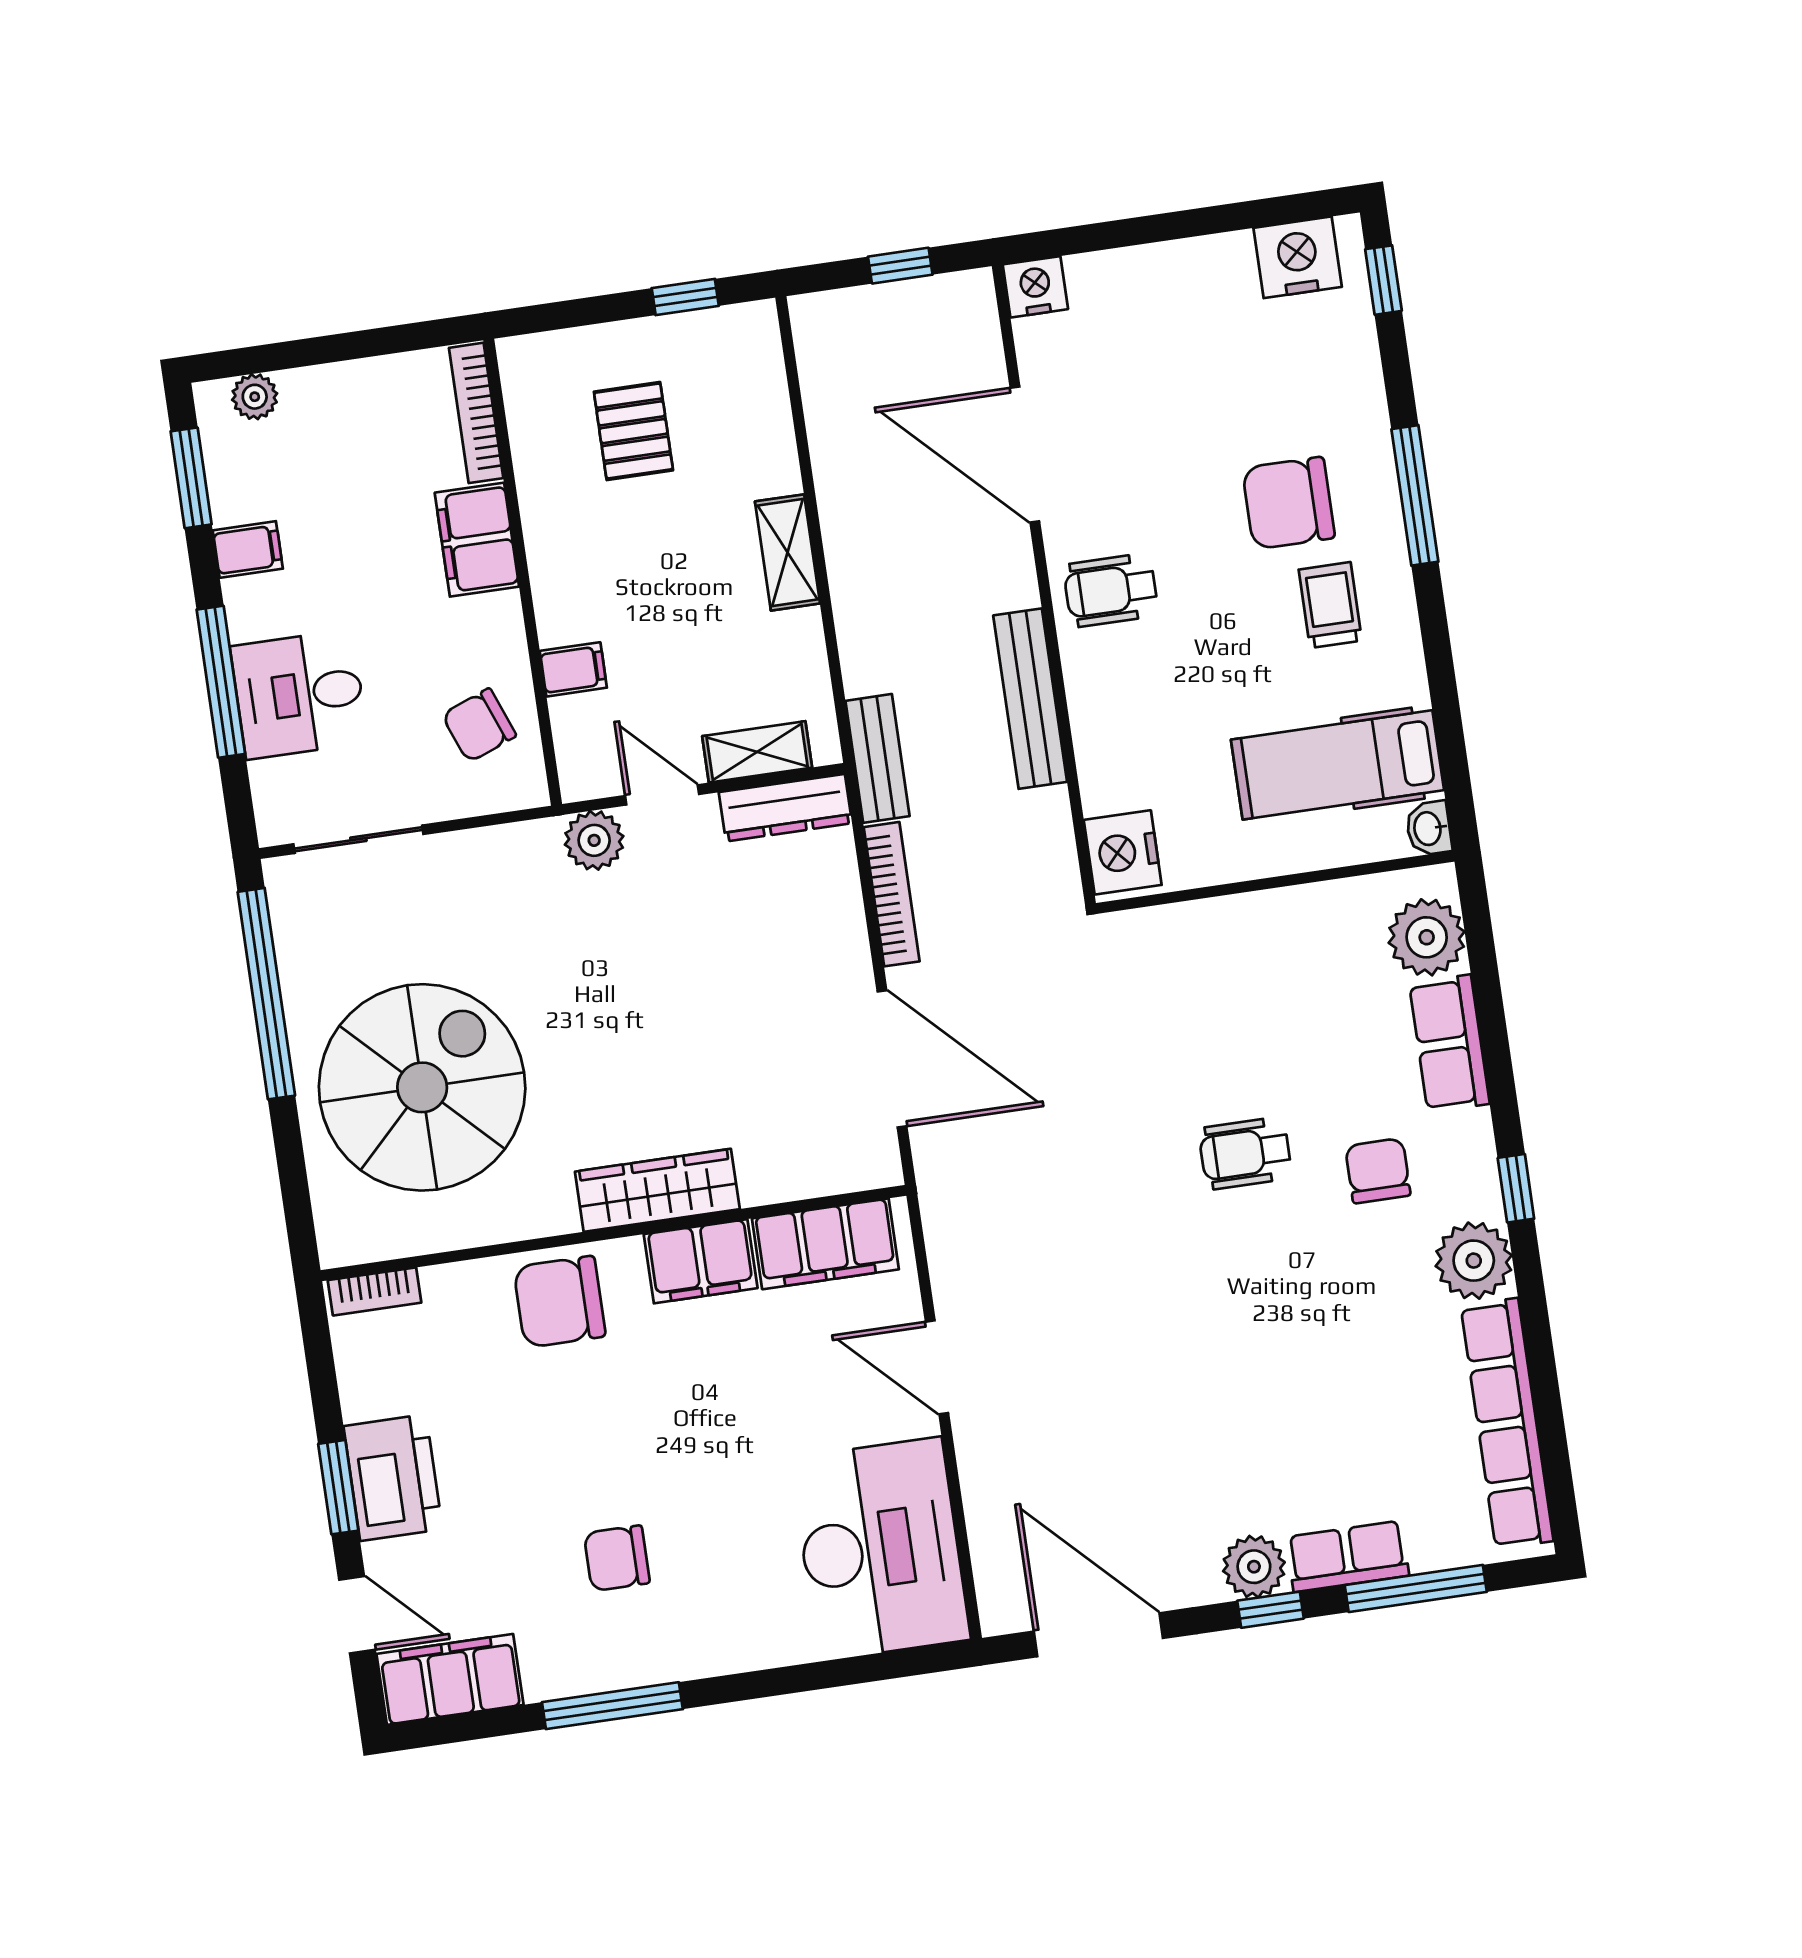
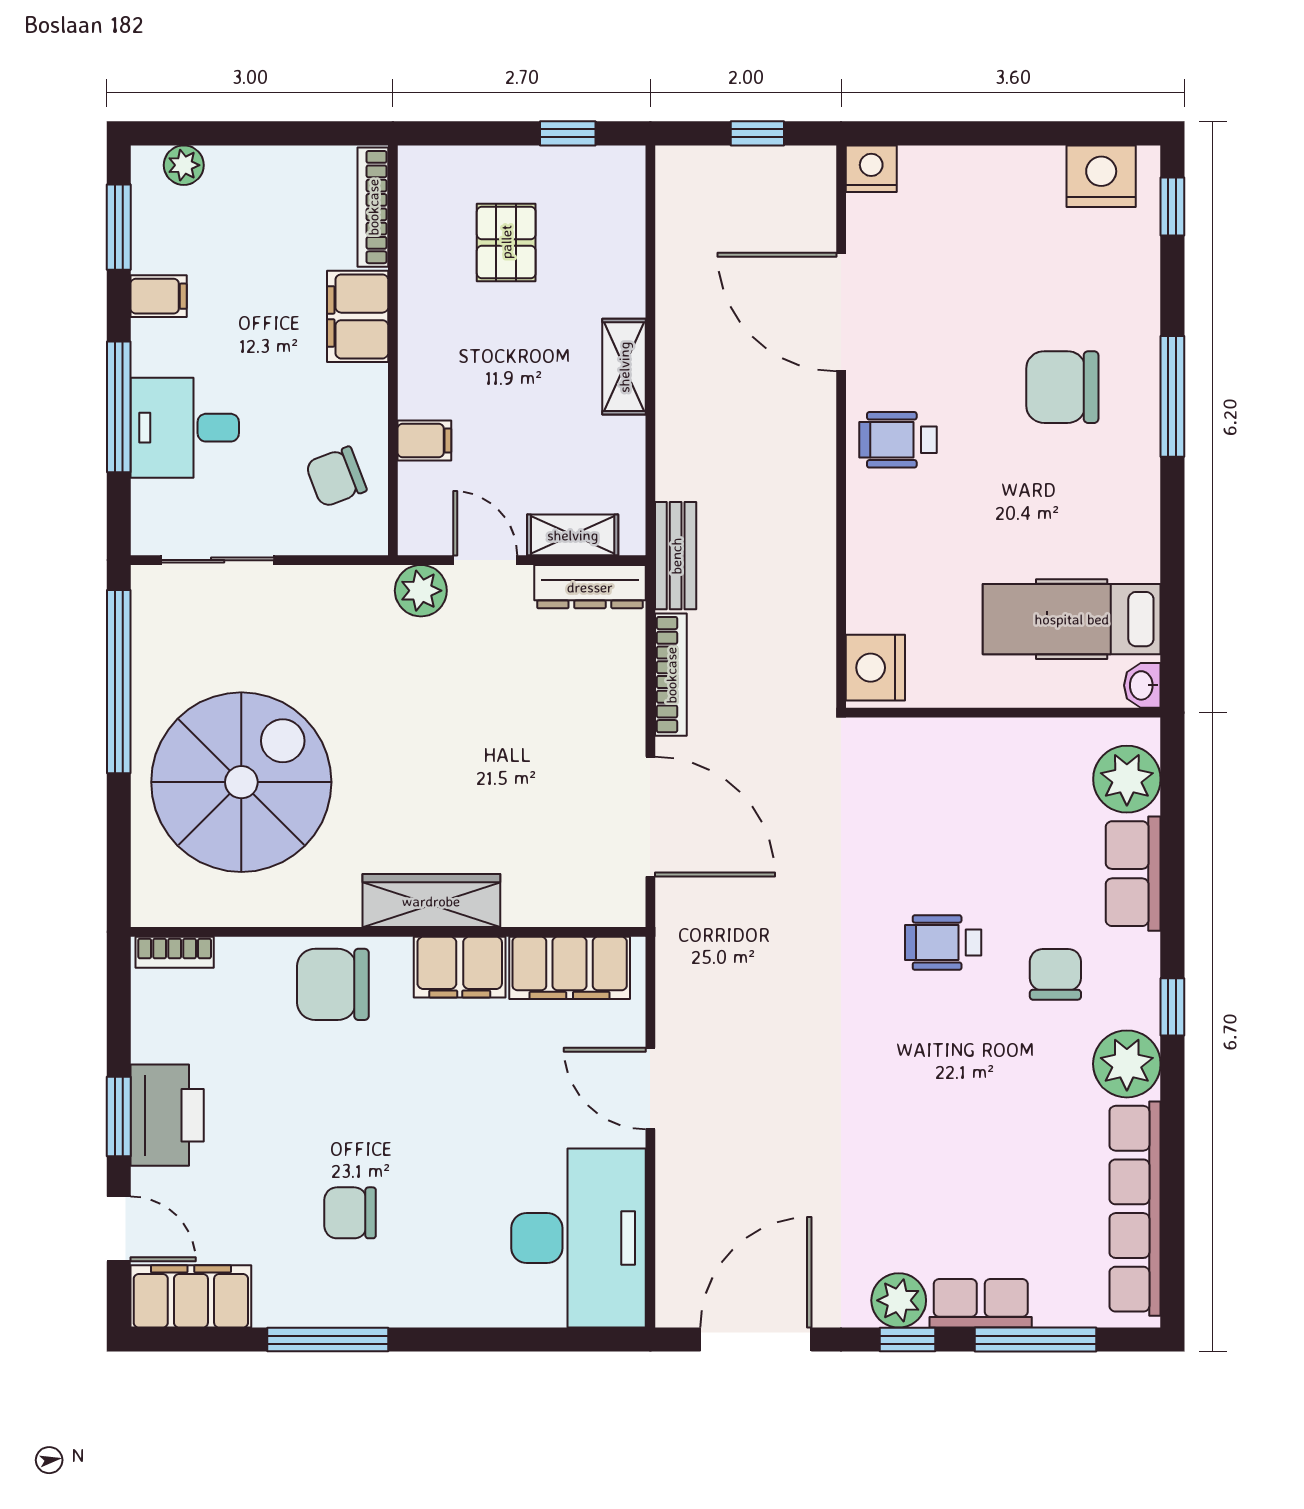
trolley: (1330, 605) -> (1086, 480), removed
bench: (1030, 699) -> (815, 523), removed
door: (1098, 1635) -> (756, 1340), hinge flipped

